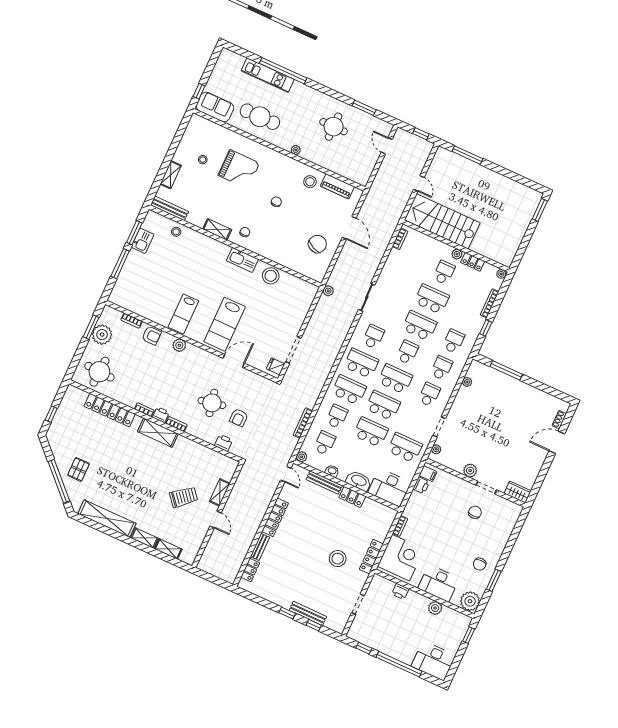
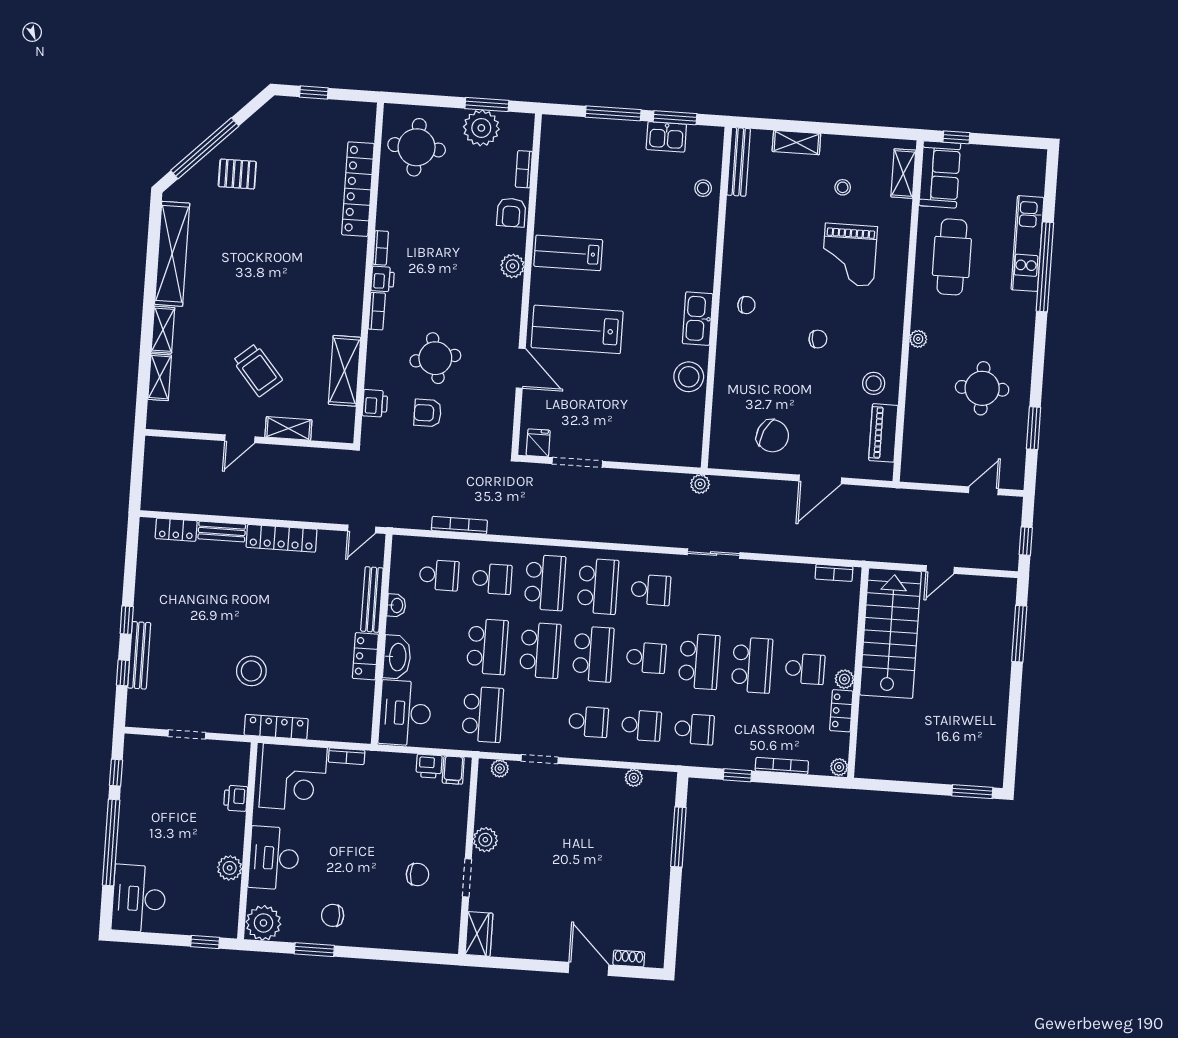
shelving: (217, 229) -> (903, 174), moved
shelving: (158, 433) -> (345, 371), moved
plant: (302, 457) -> (401, 545), removed

